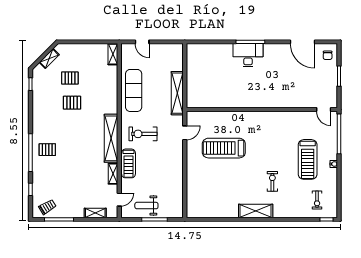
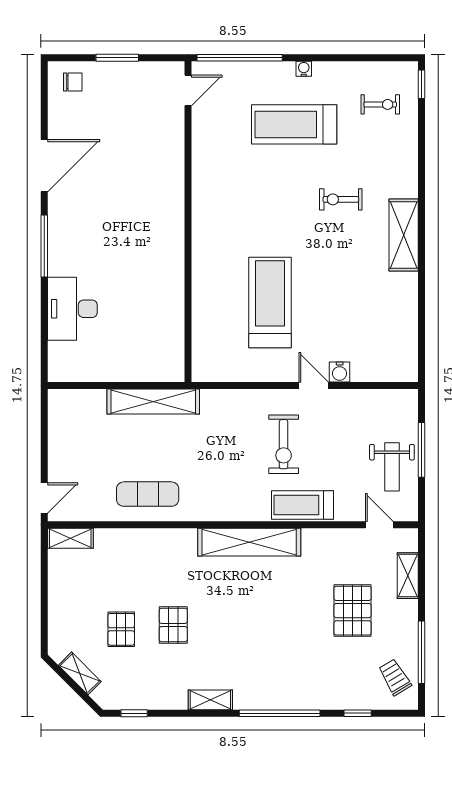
door: (142, 42) -> (44, 498), moved
door: (303, 42) -> (44, 166), moved
desk: (248, 55) -> (72, 309), moved
exercise mat: (134, 90) -> (148, 494), width x0.73, depth x0.69
door: (185, 133) -> (314, 385), moved
exercise bike: (143, 134) -> (284, 444), moved
treadmill: (224, 148) -> (270, 302), turned 180
pallet: (47, 150) -> (353, 611), moved, width x1.50, depth x1.42
treadmill: (308, 159) -> (294, 124), turned 180
treadmill: (128, 163) -> (303, 505), turned 180
shelving: (113, 174) -> (210, 700), moved
water cooler: (191, 181) -> (340, 372), added

